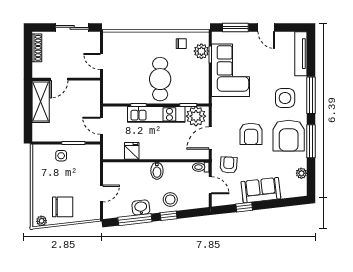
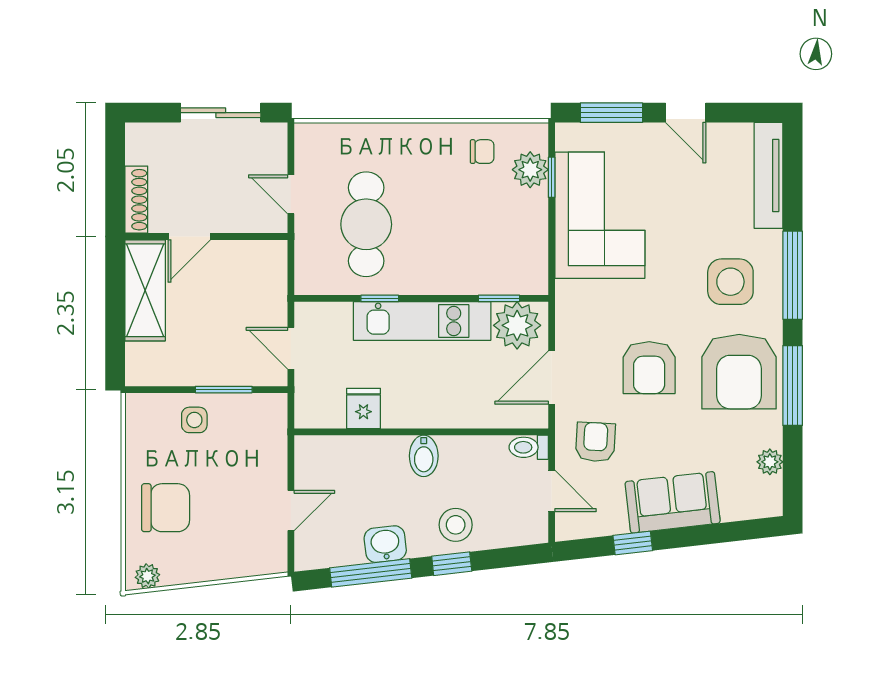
shoe rack: (37, 48) -> (136, 200), moved
cafe table: (160, 79) -> (366, 224), moved
chair: (63, 207) -> (166, 508), moved

